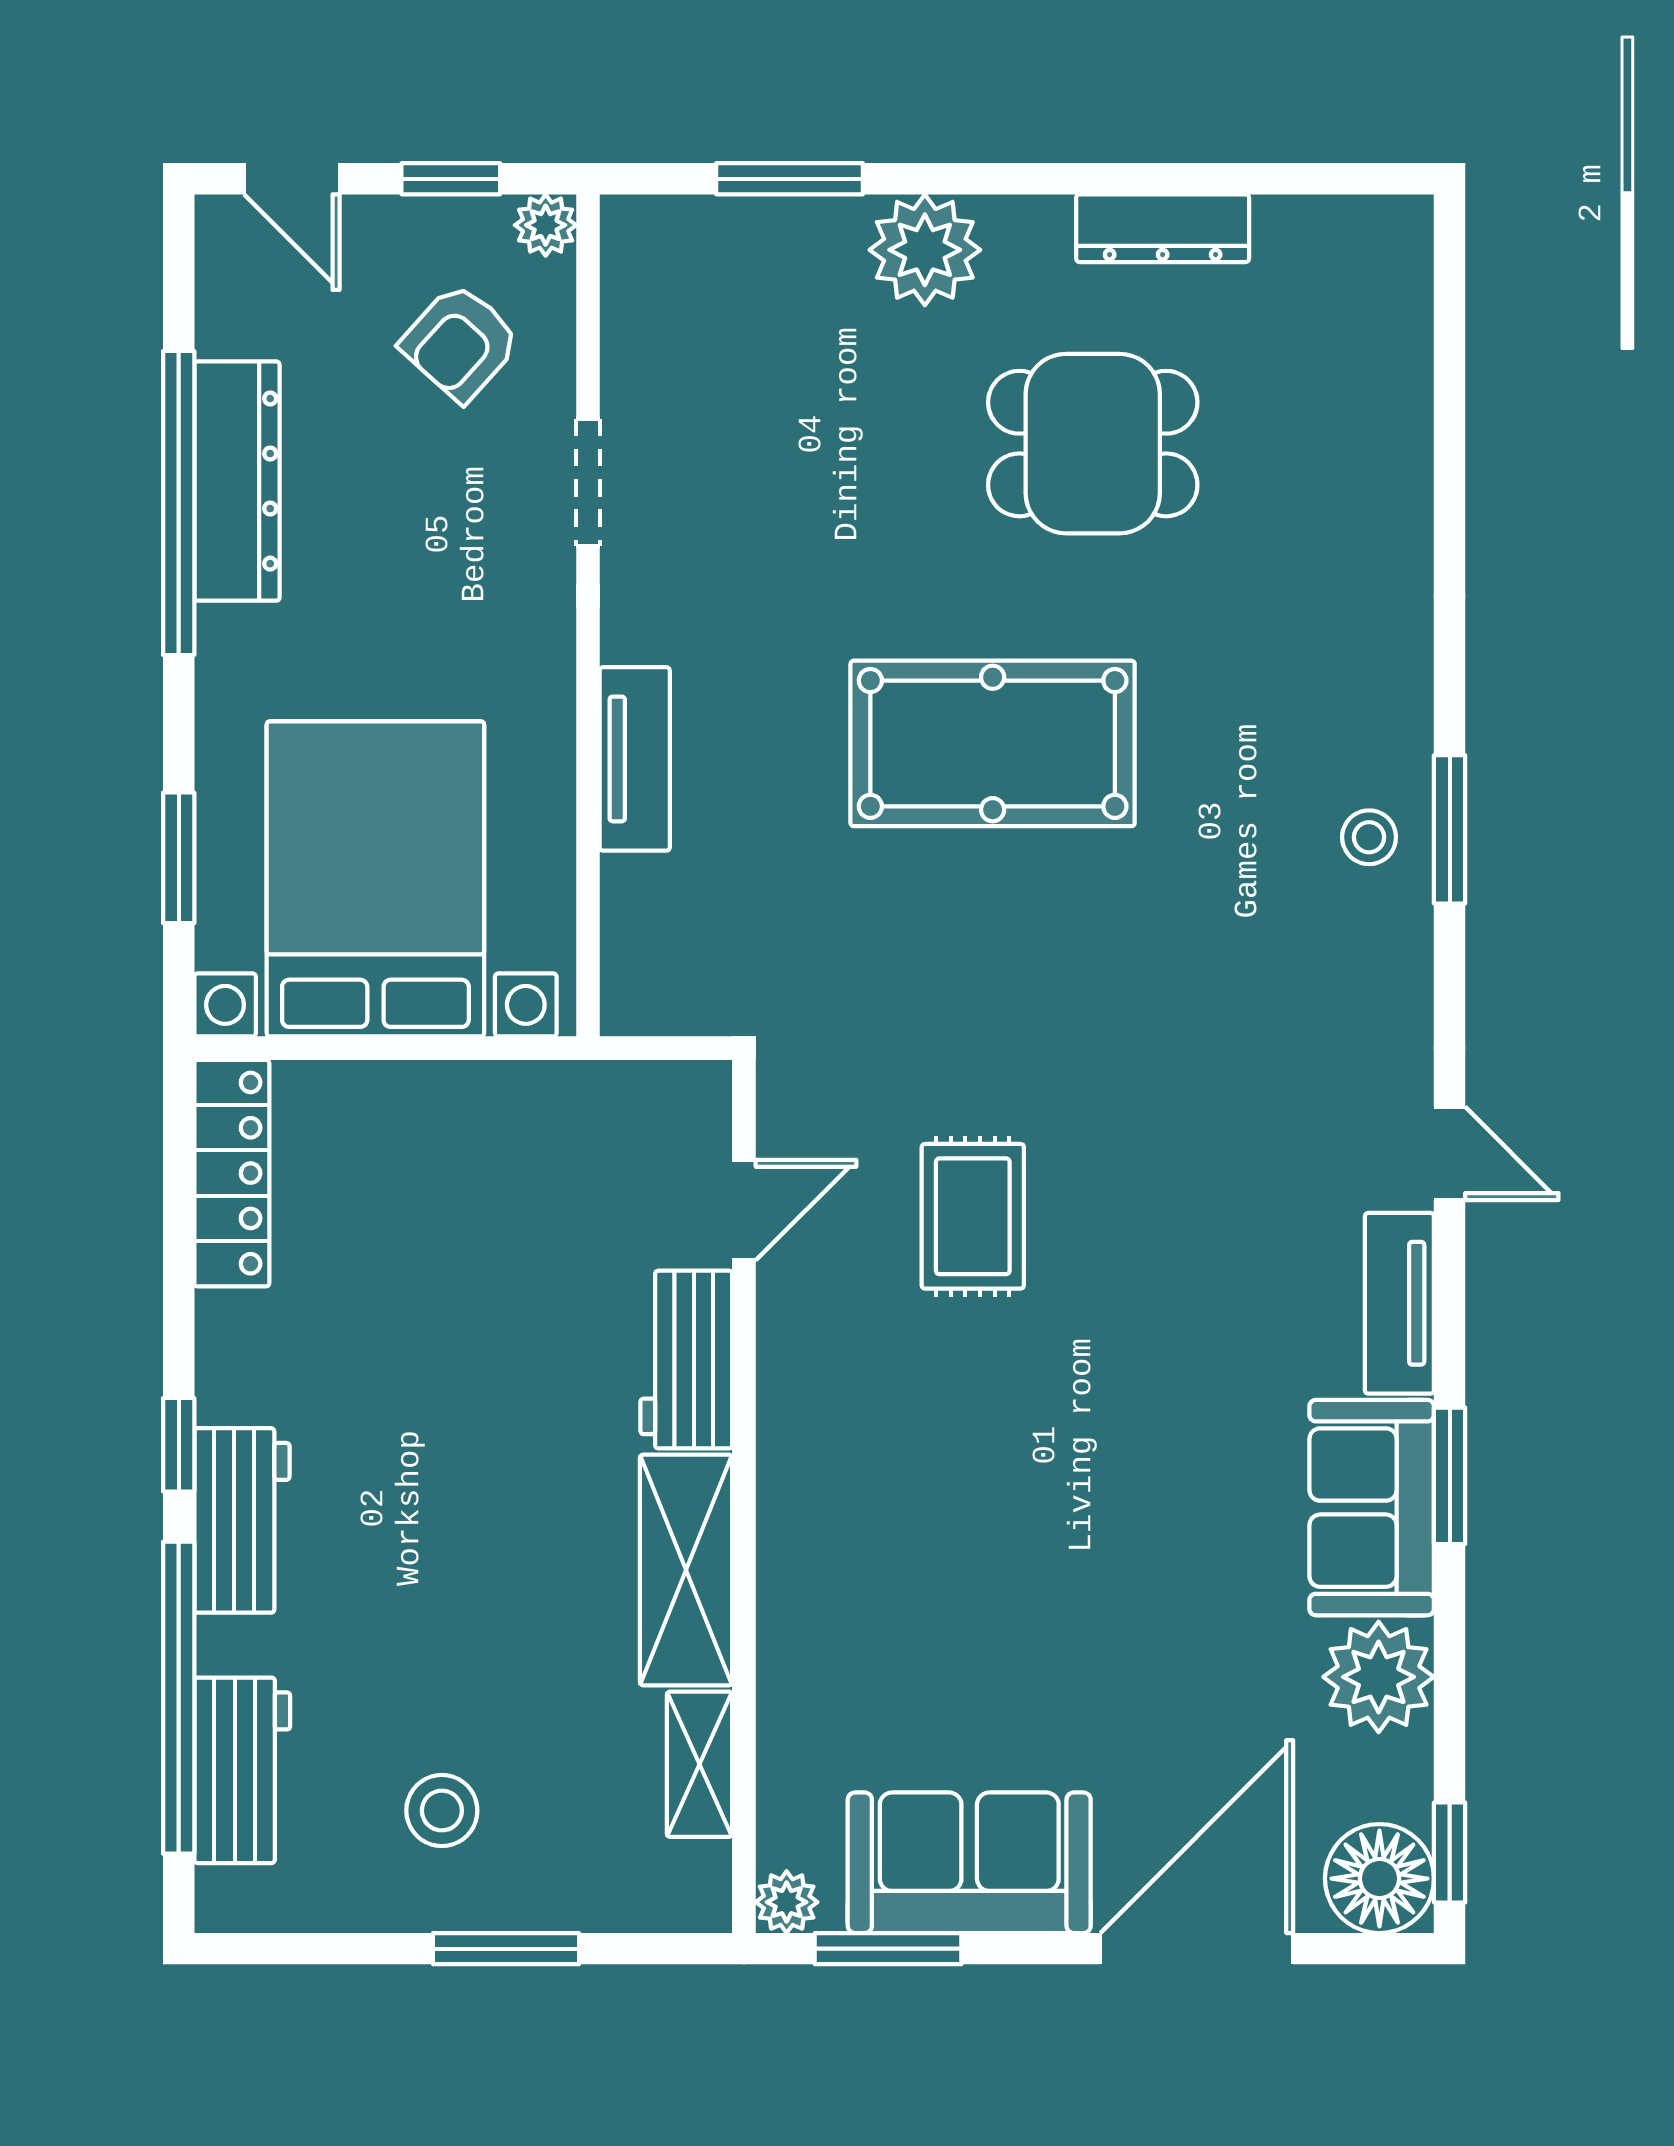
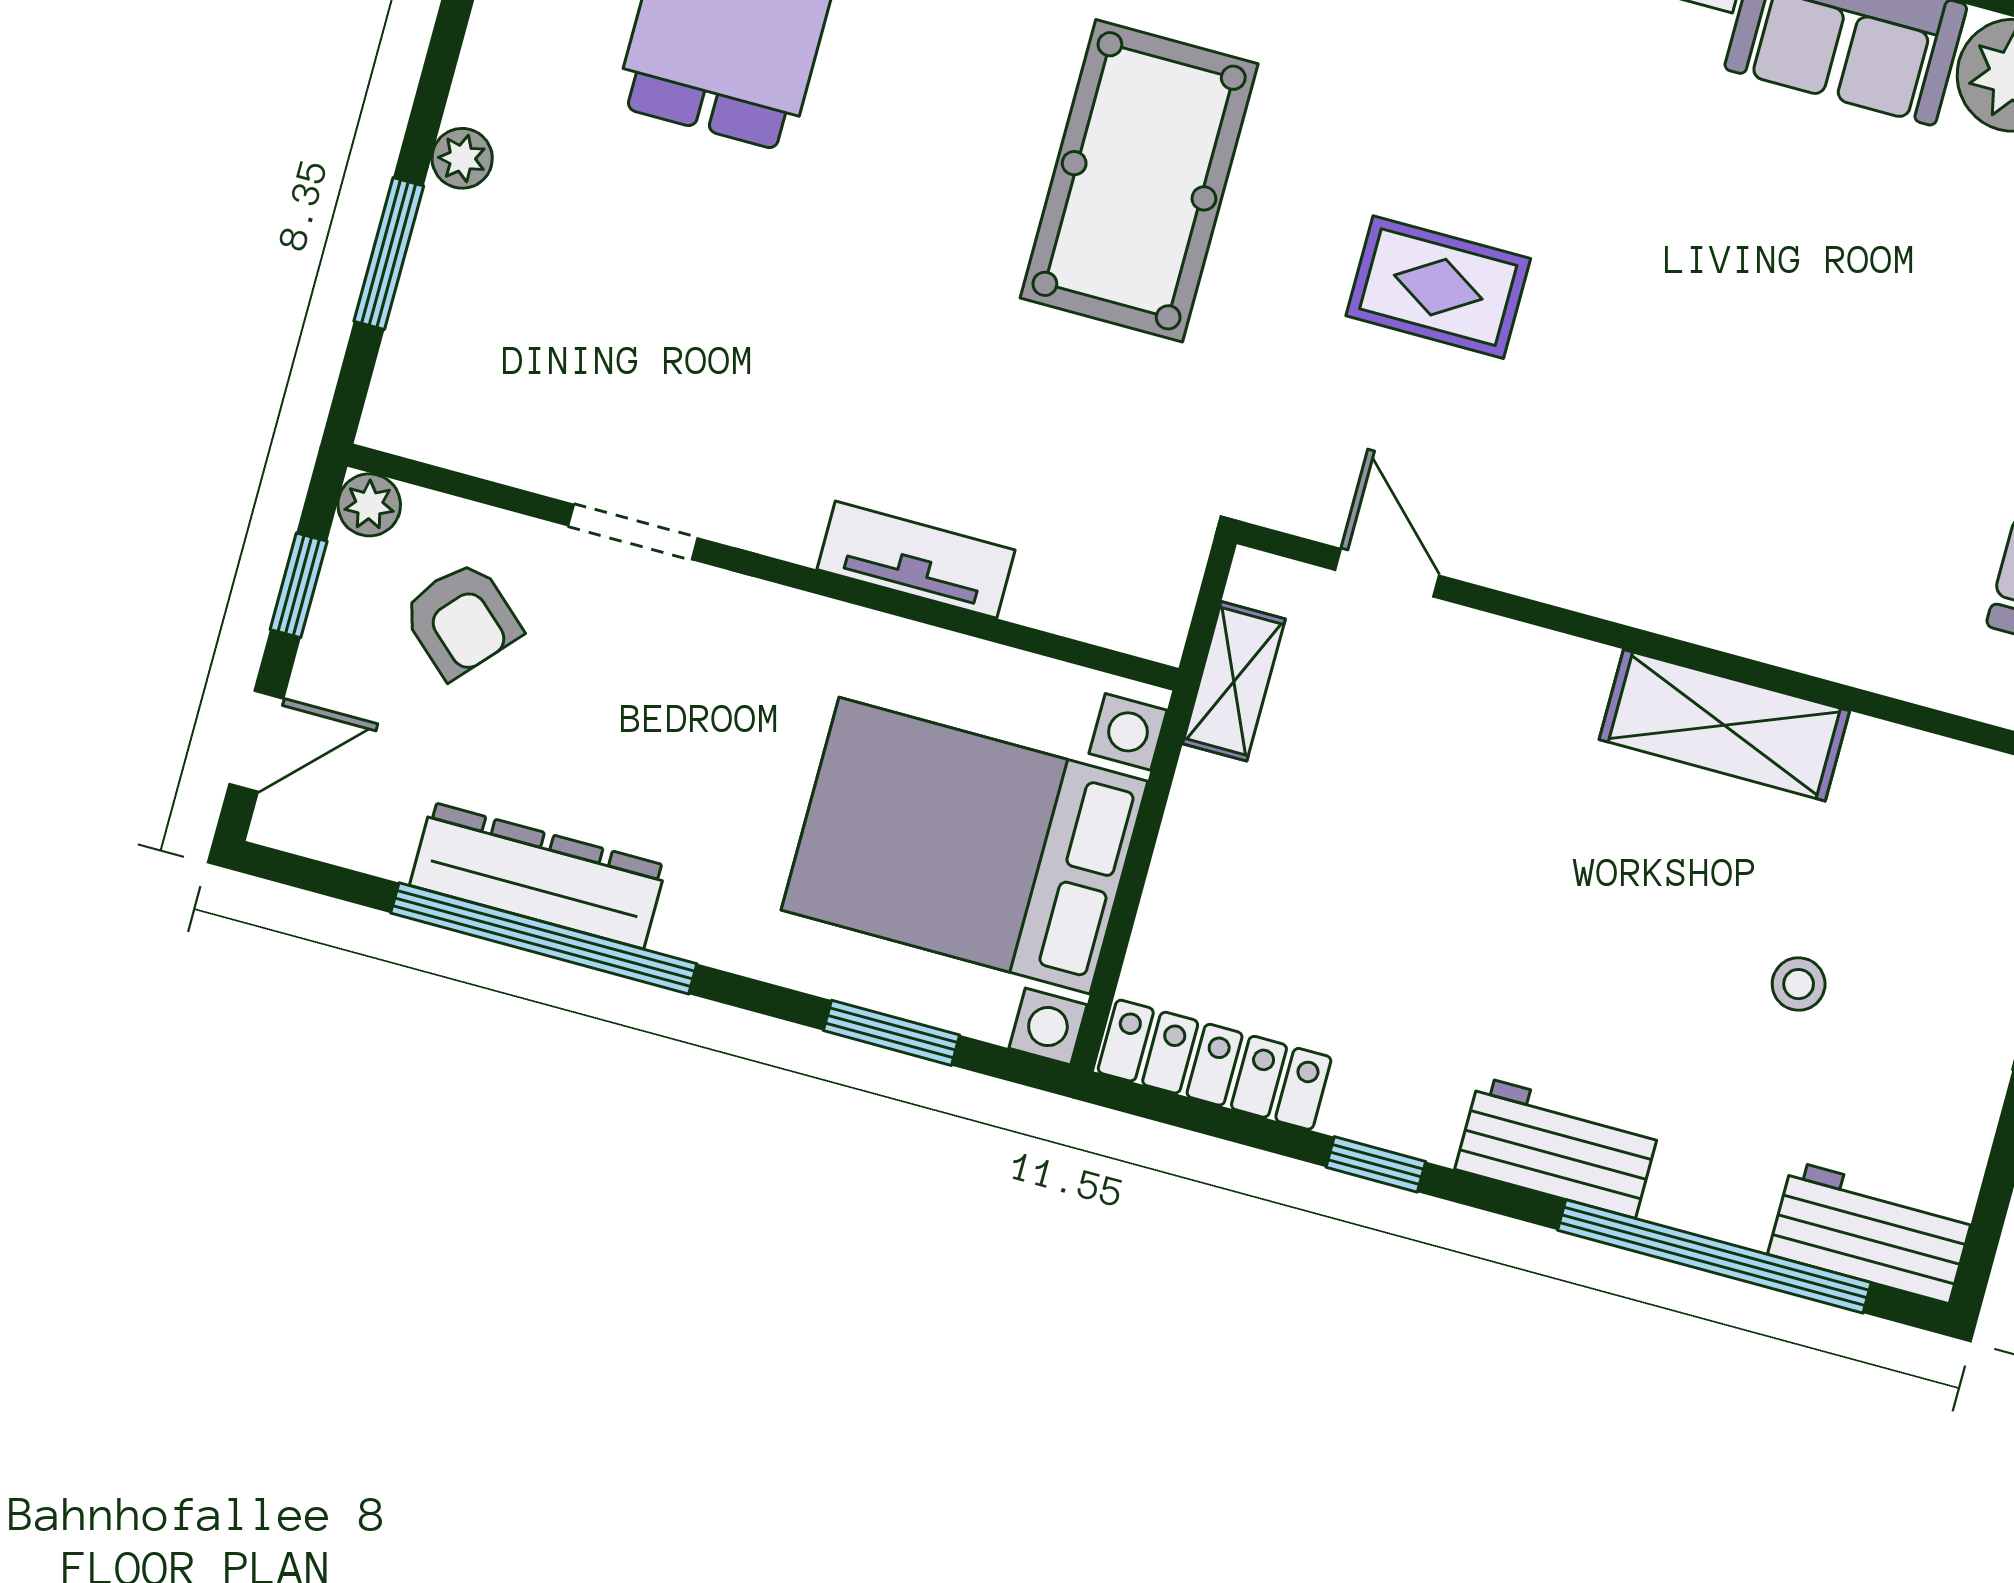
plant: (925, 250) -> (462, 158), width x0.53, depth x0.53
pool table: (993, 743) -> (1139, 181), moved
rug: (973, 1216) -> (1438, 287), moved
workbench: (686, 1360) -> (1518, 669), removed
window: (179, 1445) -> (1376, 1164), moved
shelving: (700, 1764) -> (1234, 681), moved, turned 90
workbench: (242, 1770) -> (1871, 1232), moved
stool: (442, 1811) -> (1799, 984), moved, width x0.73, depth x0.73

